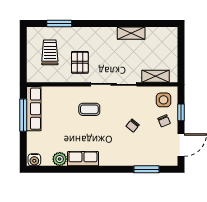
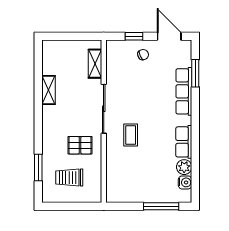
side table: (164, 100) -> (120, 55), removed
row of seats: (34, 109) -> (184, 91), moved, turned -90
window: (23, 115) -> (161, 206), moved
chair: (133, 126) -> (148, 88), removed
water cooler: (34, 160) -> (185, 182), moved

